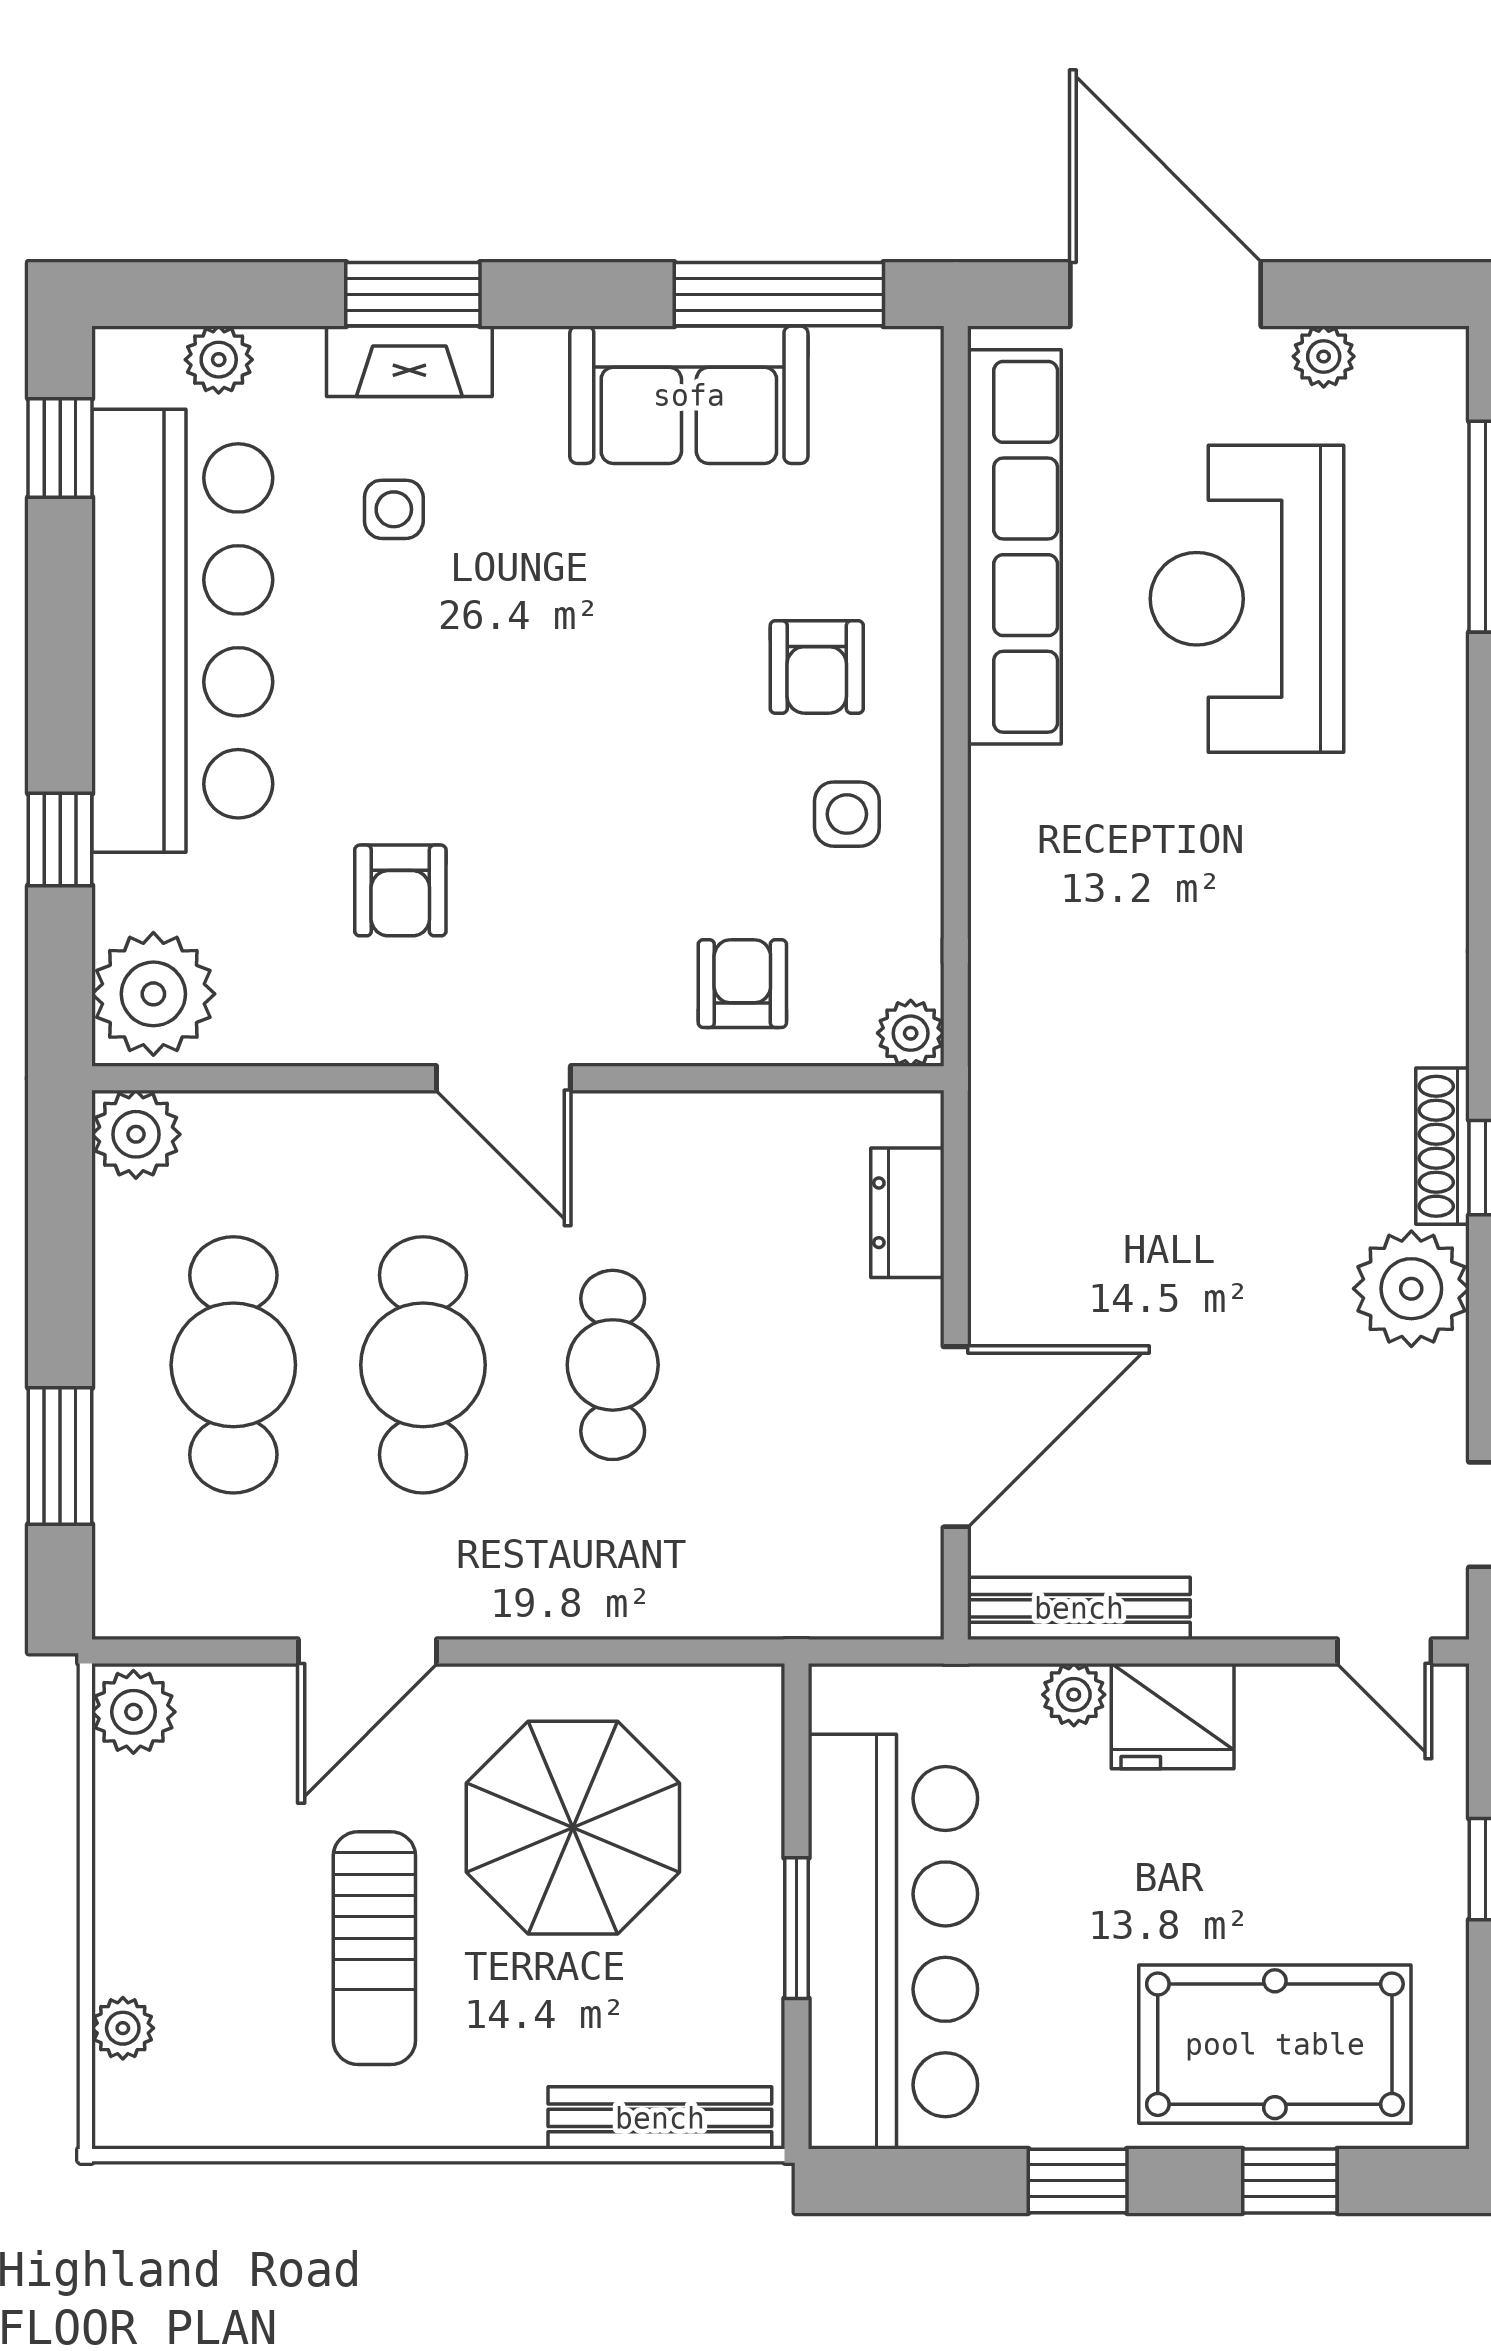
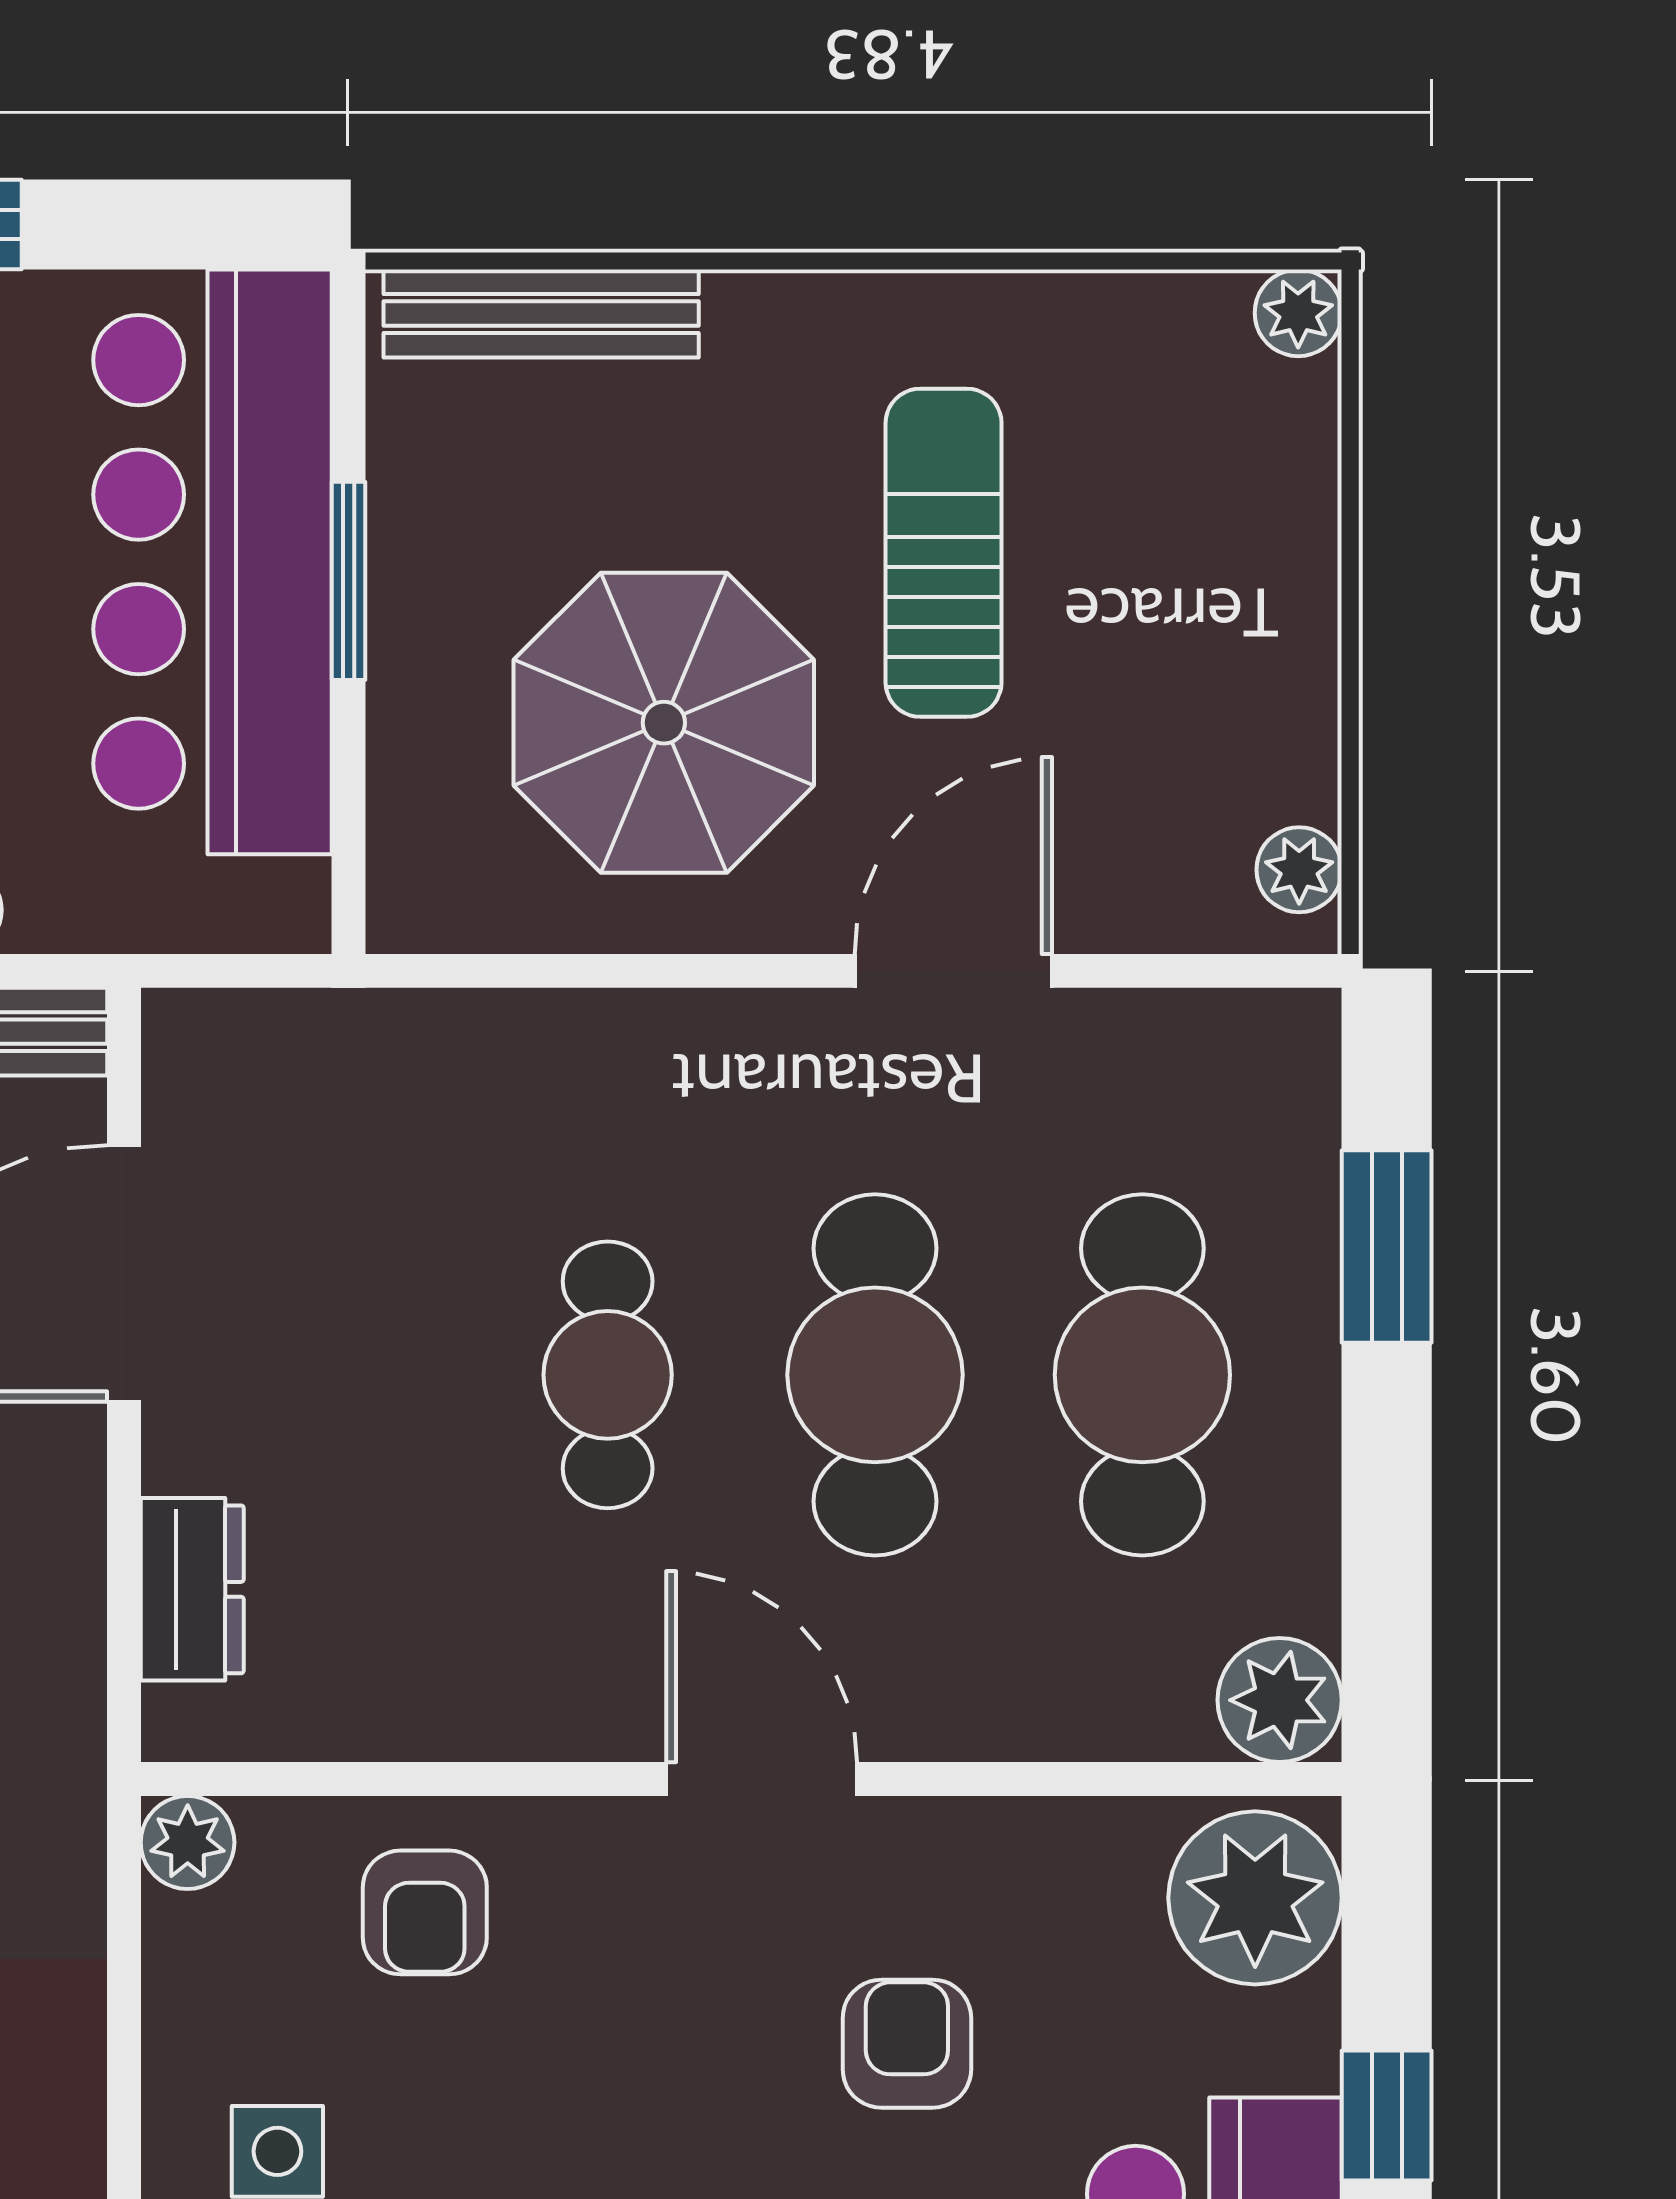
plant: (133, 1712) -> (1299, 870), width x0.73, depth x0.73
plant: (123, 2028) -> (1298, 313), moved

